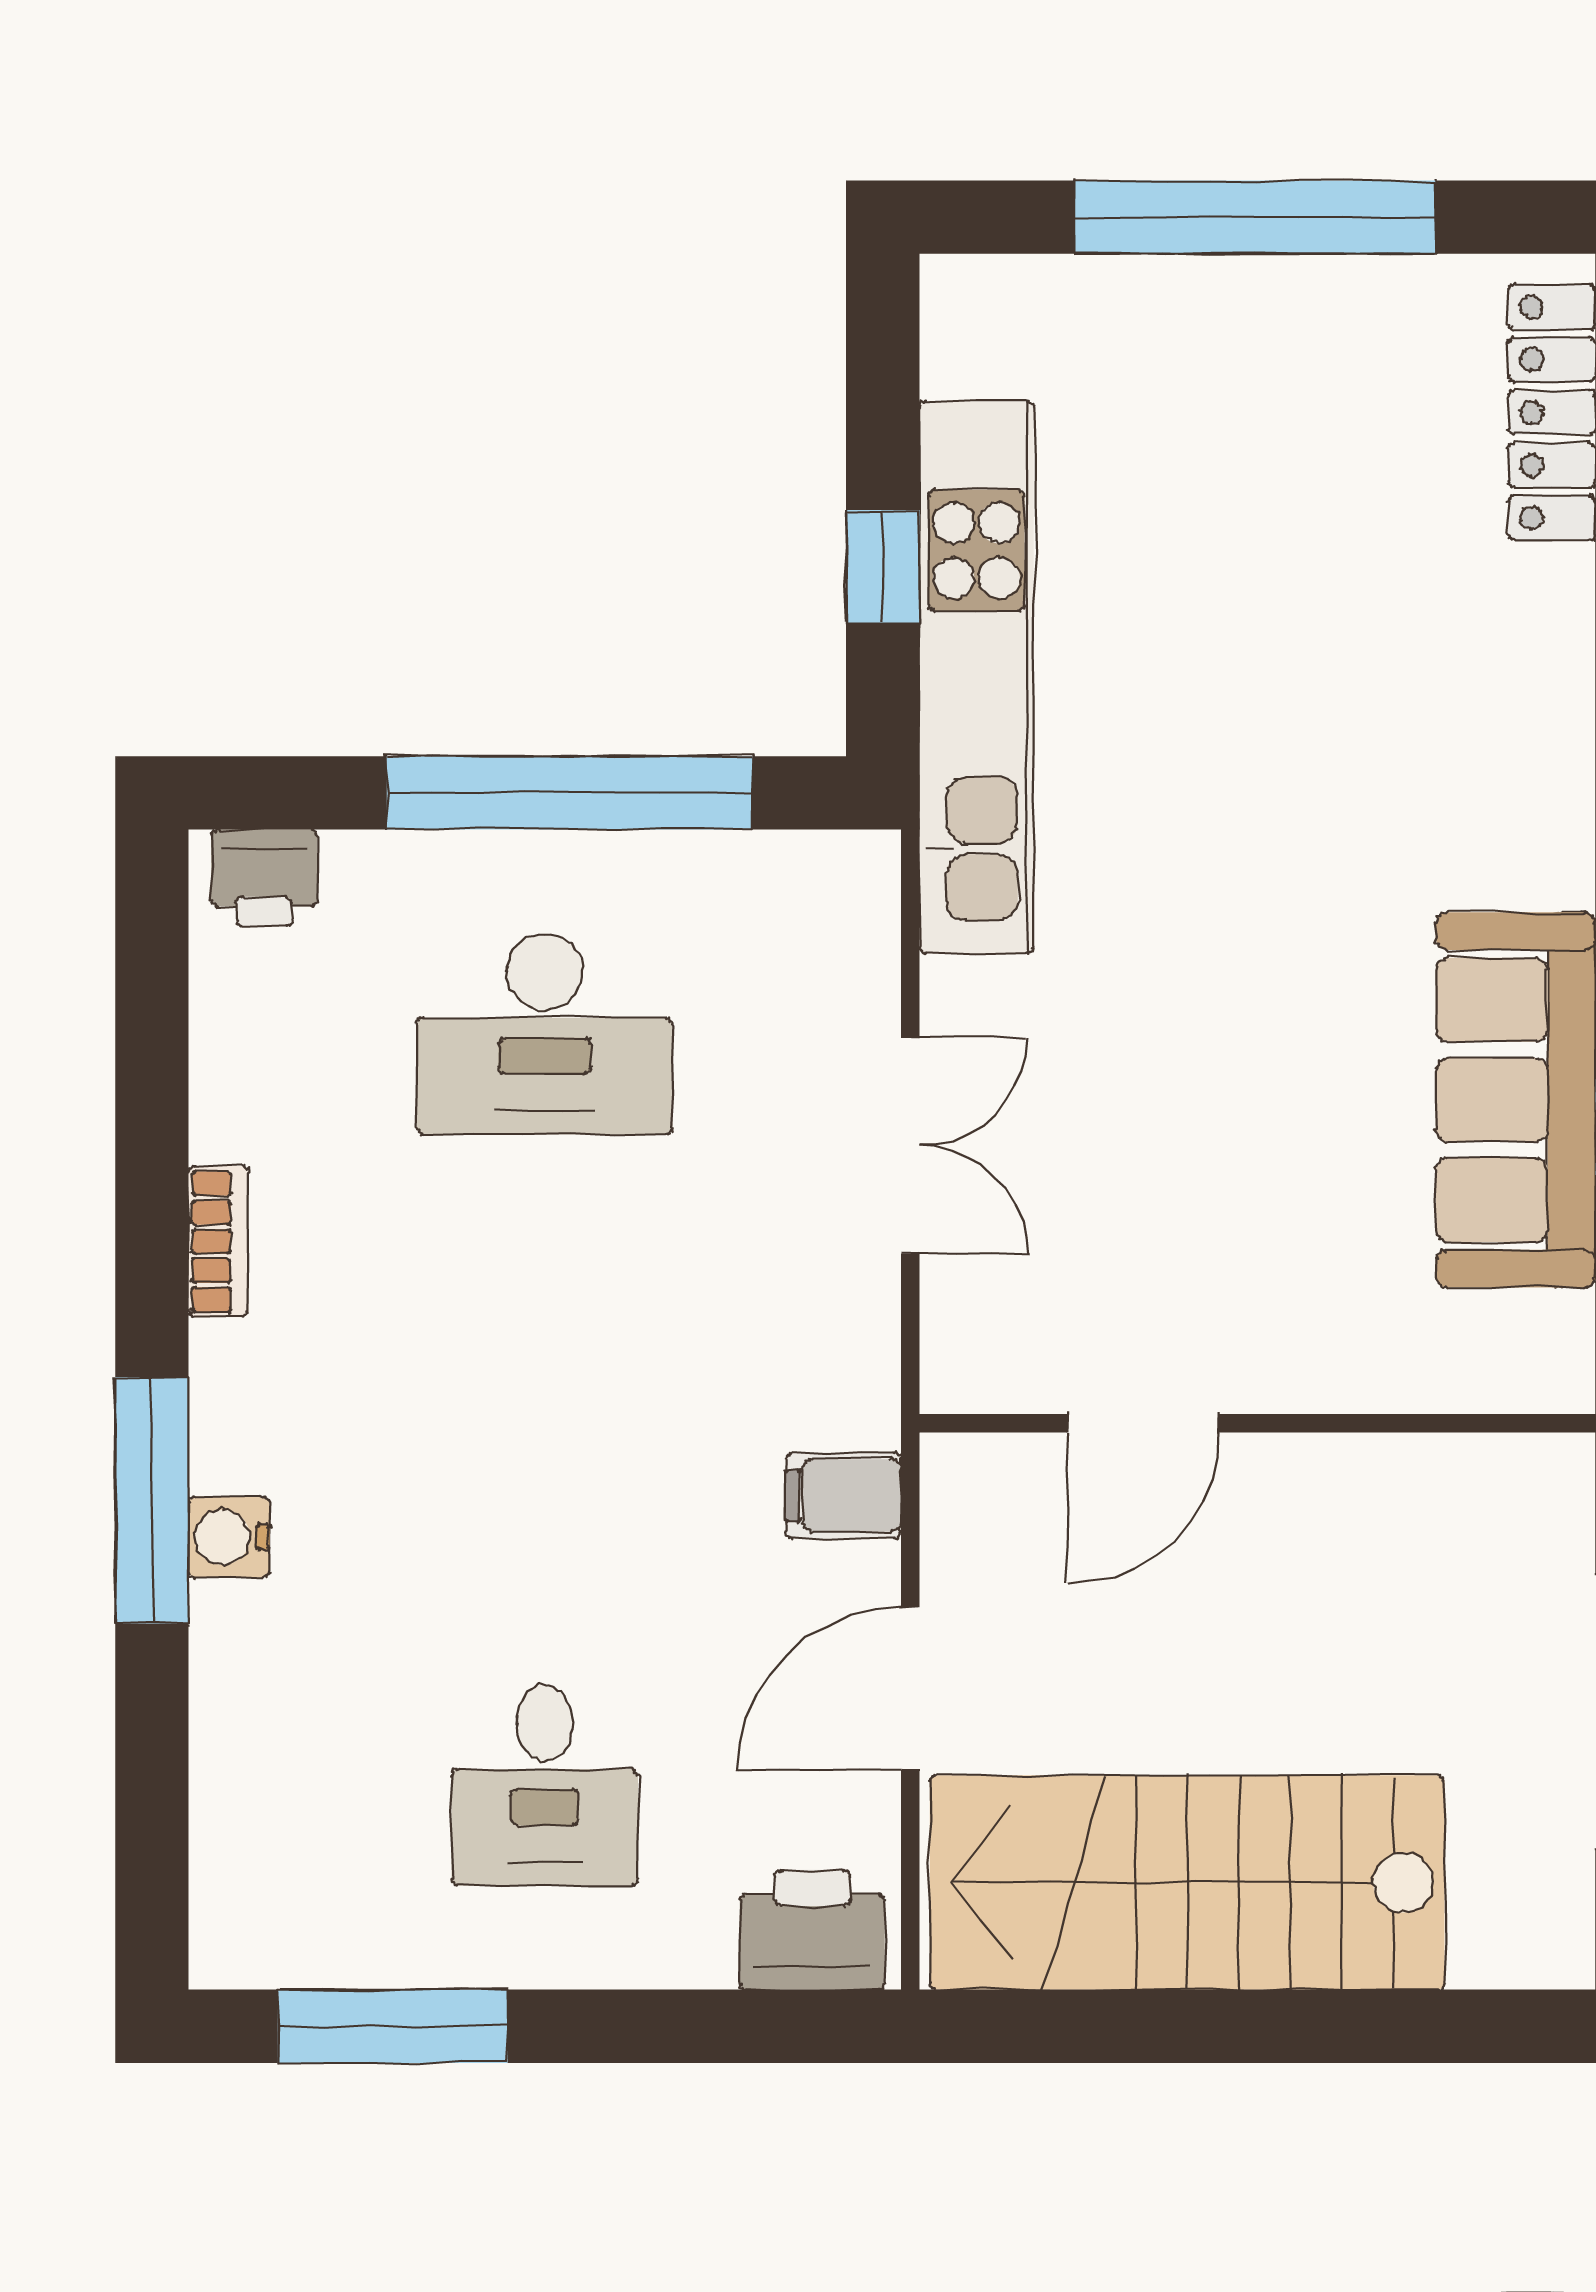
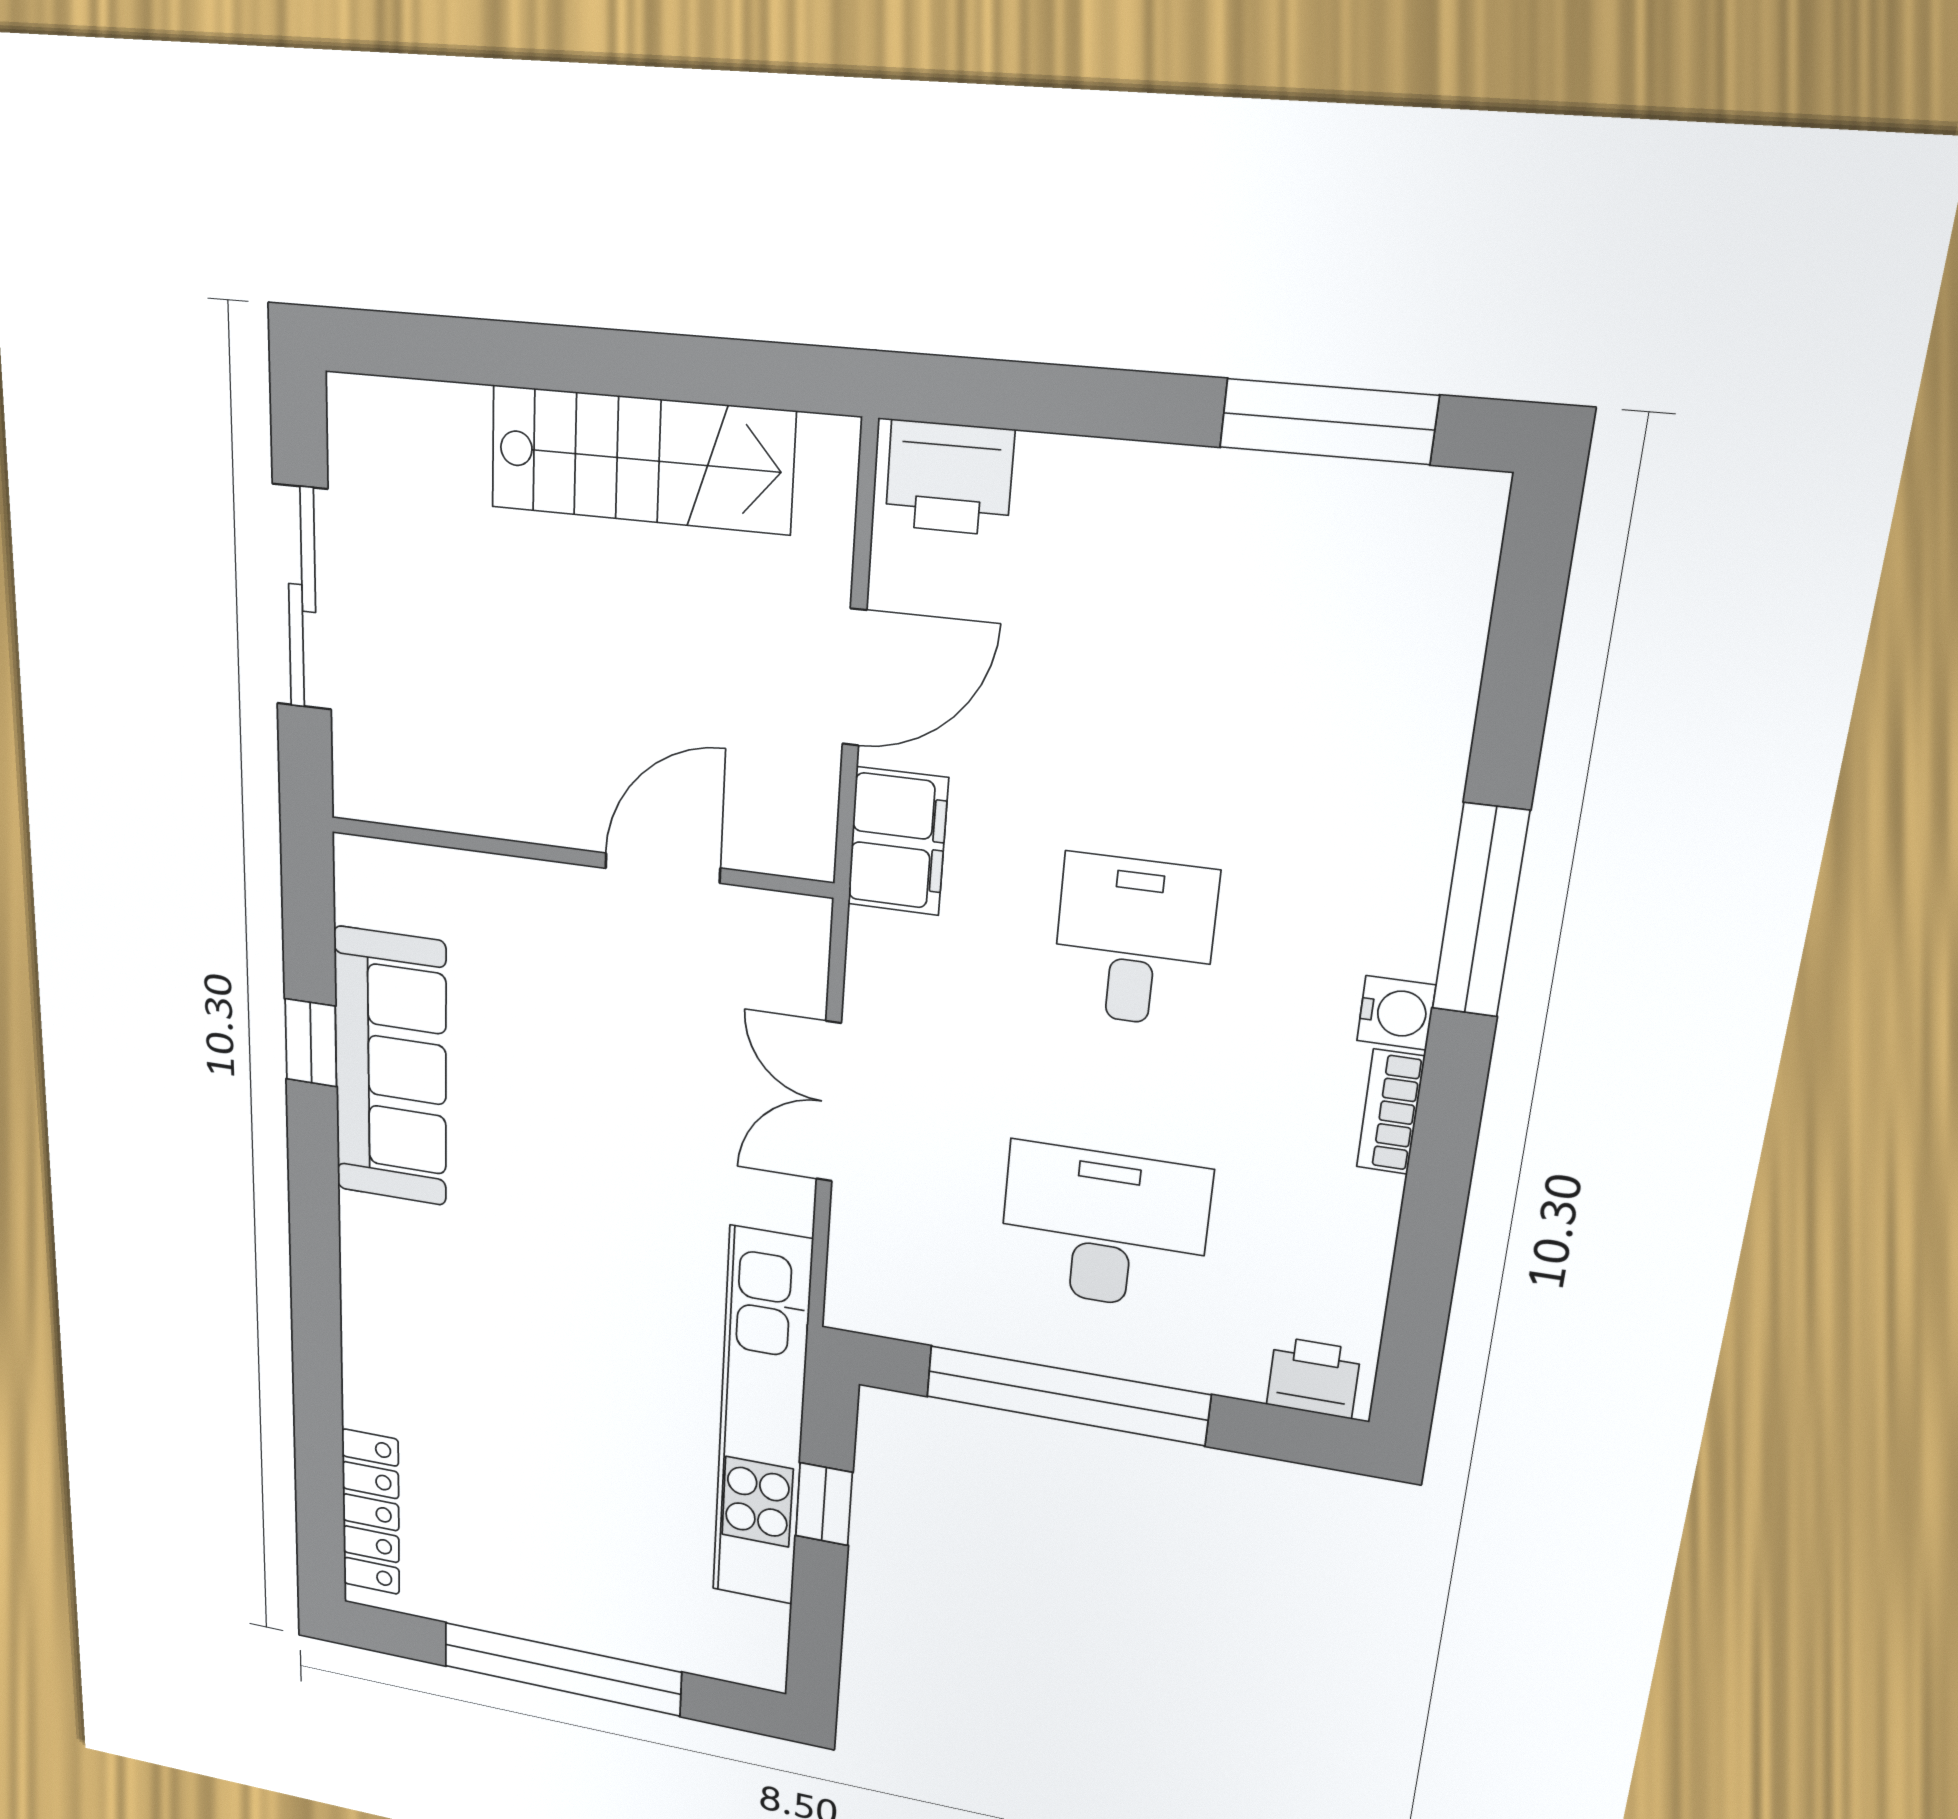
filing cabinet: (844, 1495) -> (898, 841), width x2.00
water cooler: (229, 1537) -> (1396, 1013), moved
desk: (545, 1785) -> (1134, 941), moved
stairs: (1187, 1883) -> (641, 460), width x0.73, depth x0.66

